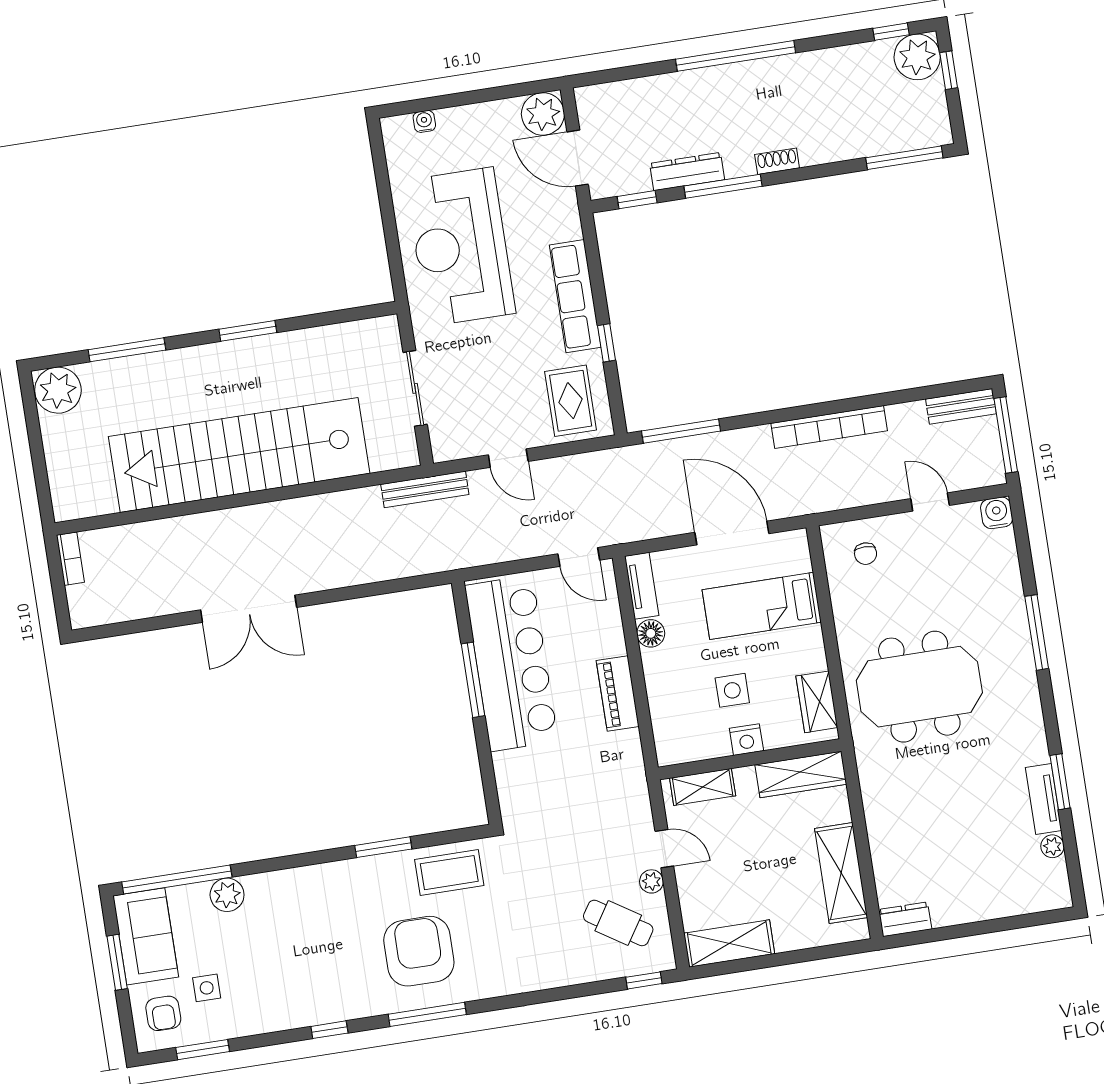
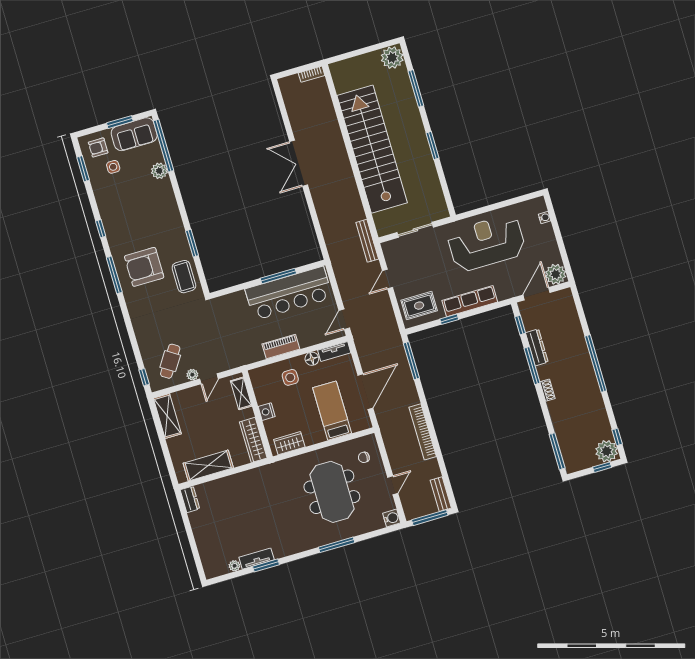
meeting table: (919, 687) -> (332, 492), moved
side table: (732, 690) -> (290, 377), moved
armchair: (419, 951) -> (144, 267), turned 180

